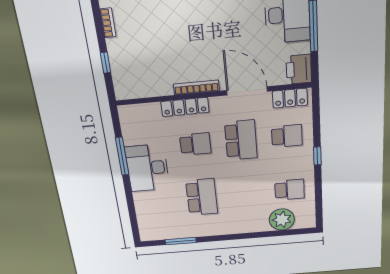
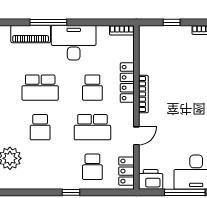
door: (247, 91) -> (136, 136), width x0.53
bookcase: (125, 119) -> (122, 30), added
window: (122, 156) -> (48, 22), moved
school desk: (290, 190) -> (40, 127), moved
piano: (145, 211) -> (31, 34), added

